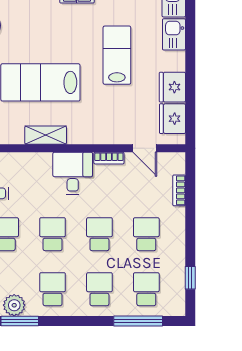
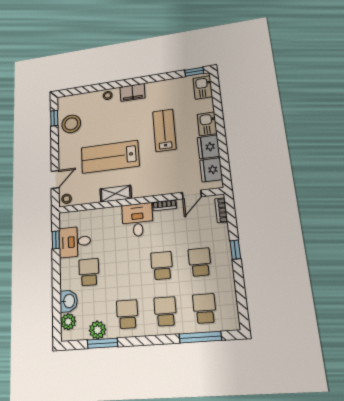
kitchen sink: (174, 34) -> (207, 124), moved
door: (145, 148) -> (192, 194), hinge flipped
bookcase: (179, 190) -> (221, 210), moved
school desk: (53, 234) -> (125, 269), removed
window: (190, 278) -> (235, 250), moved

